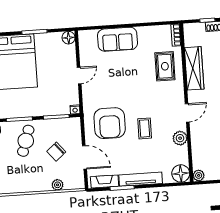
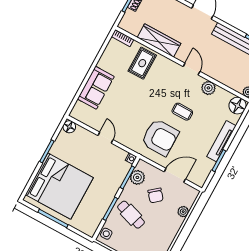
rug: (165, 66) -> (142, 63), turned 90
plant: (62, 126) -> (137, 177), added
fireplace: (105, 181) -> (205, 172), removed

